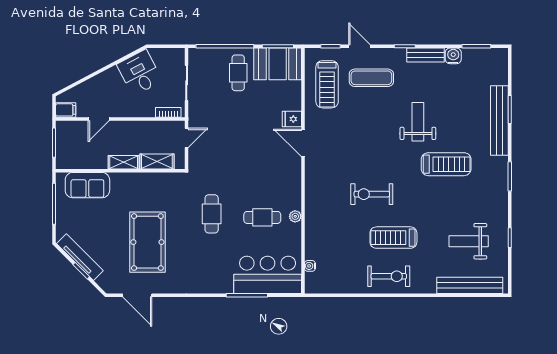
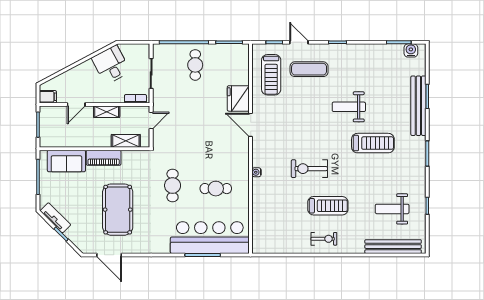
bench: (425, 55) -> (355, 50), removed
water cooler: (453, 56) -> (411, 50), moved
booth: (278, 64) -> (229, 57), removed
fridge: (292, 119) -> (238, 98), width x1.88, depth x1.34
weight bench: (418, 122) -> (349, 107), turned -90
shelving: (124, 162) -> (107, 112), moved
piano: (131, 181) -> (104, 158), added
plant: (295, 216) -> (244, 188), removed
treadmill: (393, 238) -> (328, 206), turned 180
tv unit: (80, 257) -> (55, 218), width x0.71
water cooler: (310, 266) -> (257, 172), moved
bar counter: (268, 275) -> (210, 238), width x1.36
exercise bike: (389, 276) -> (324, 239), width x0.73, depth x0.72

